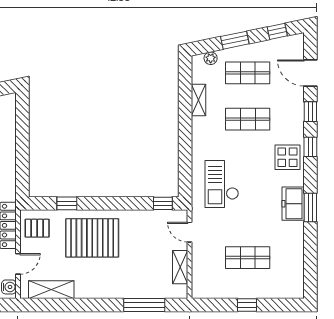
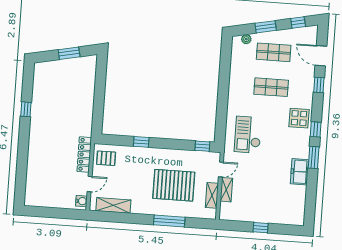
shelving: (199, 100) -> (226, 190), moved
window: (310, 147) -> (316, 129), moved
window: (67, 203) -> (141, 142), moved
freezer: (293, 204) -> (299, 172), moved
door: (189, 232) -> (221, 169), swing flipped
pallet: (92, 238) -> (174, 185), moved
shop shelf: (248, 258) -> (264, 192), removed
window: (144, 305) -> (169, 221), moved

